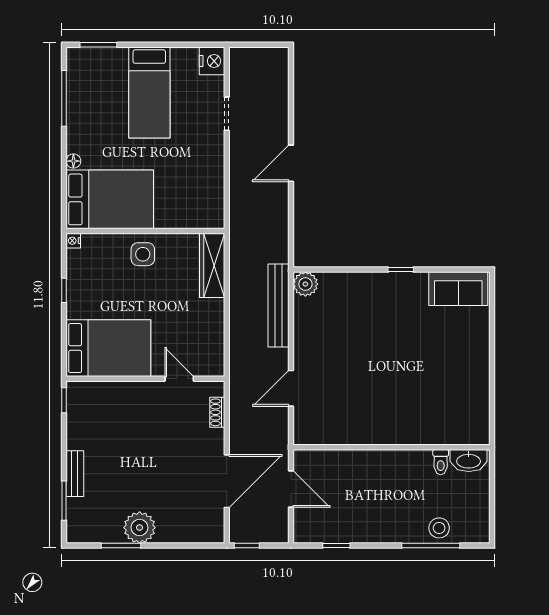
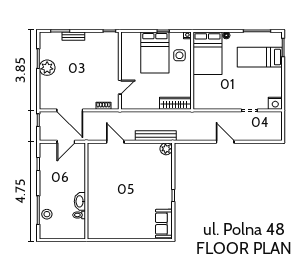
bed: (149, 93) -> (260, 57), moved
side table: (143, 254) -> (179, 55), moved
bed: (108, 348) -> (155, 52), moved
washbasin: (469, 460) -> (80, 201), moved

